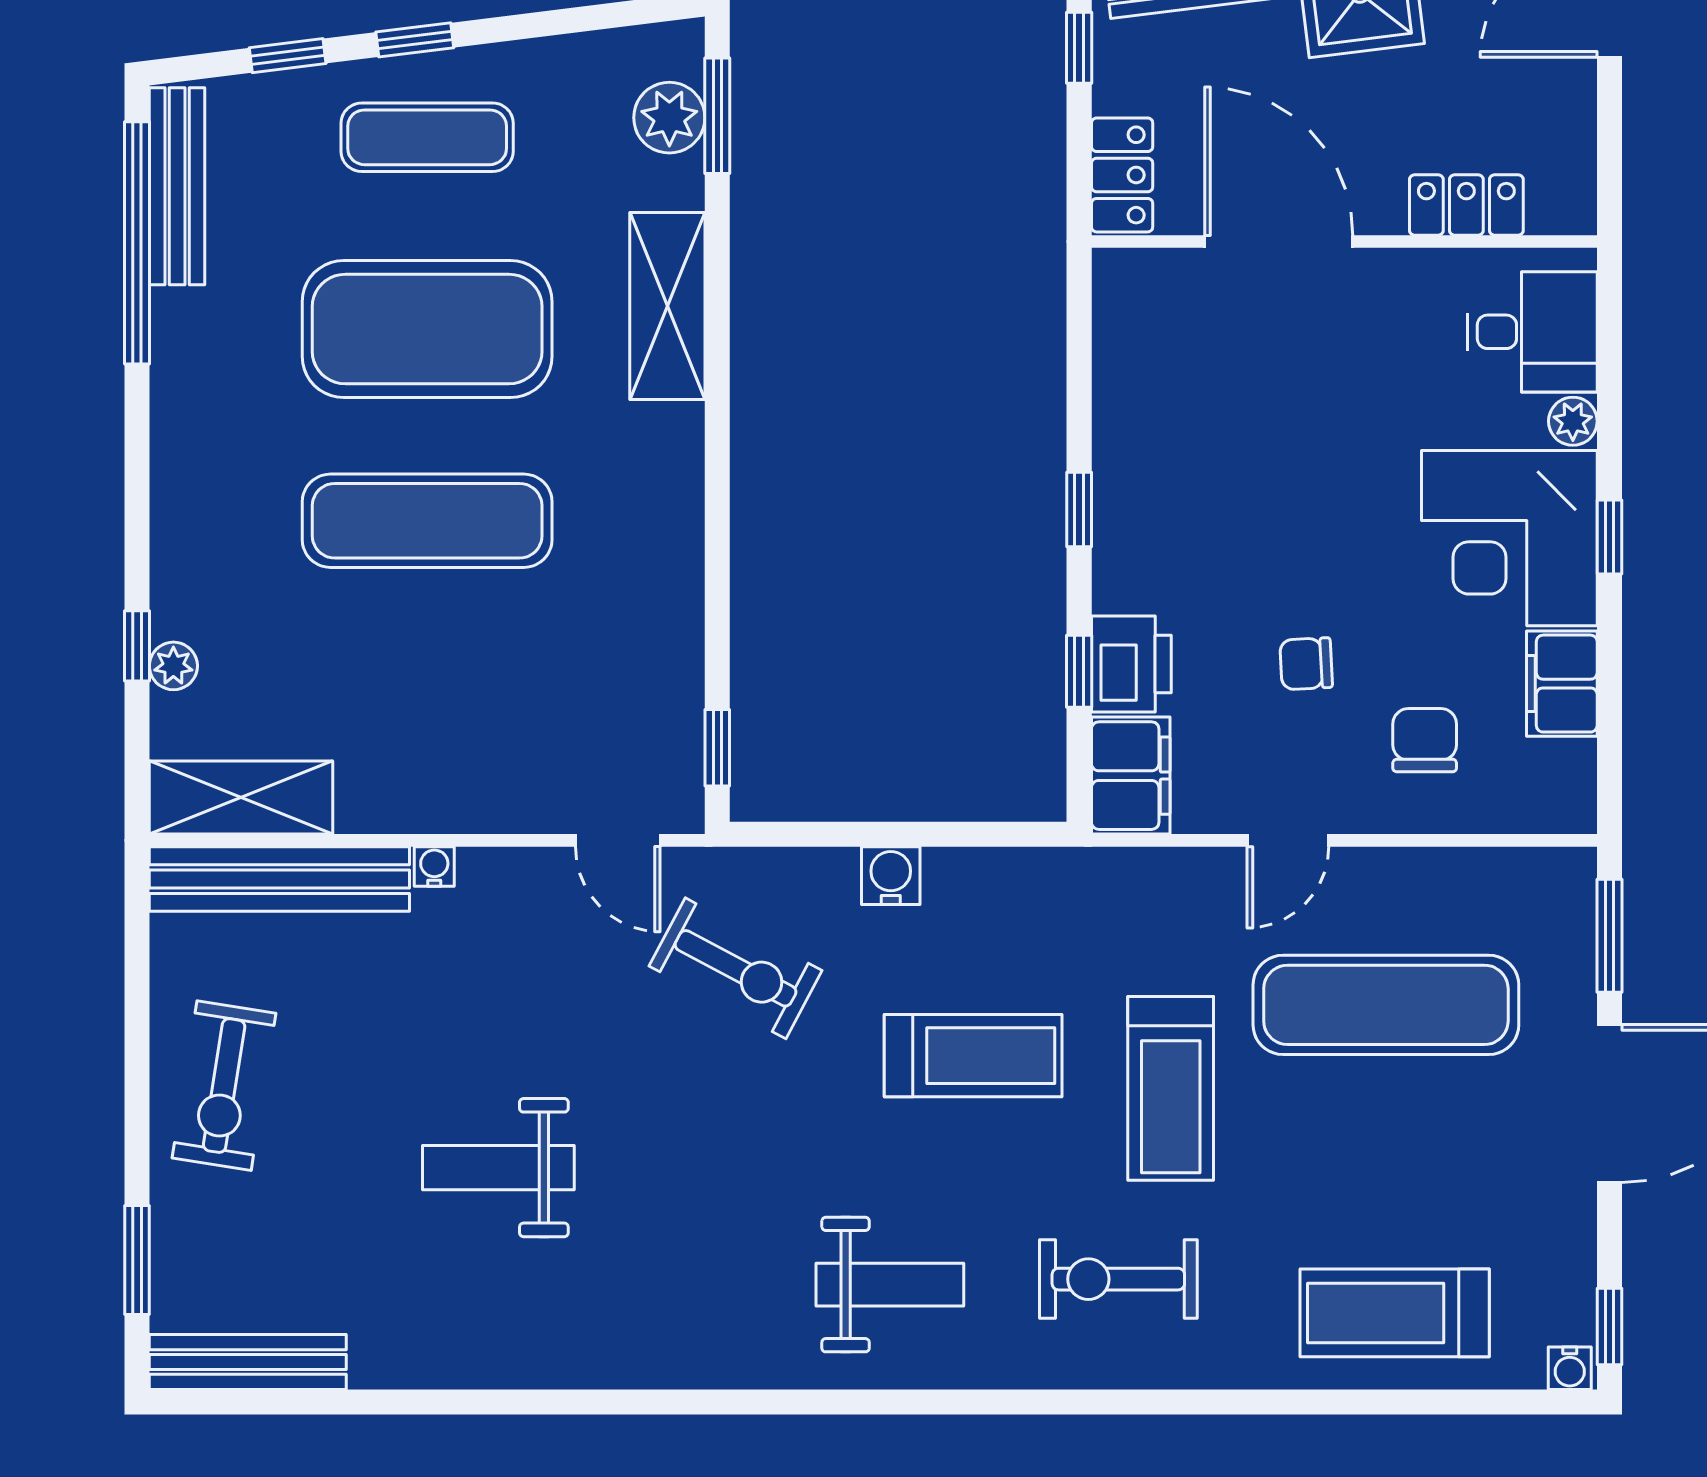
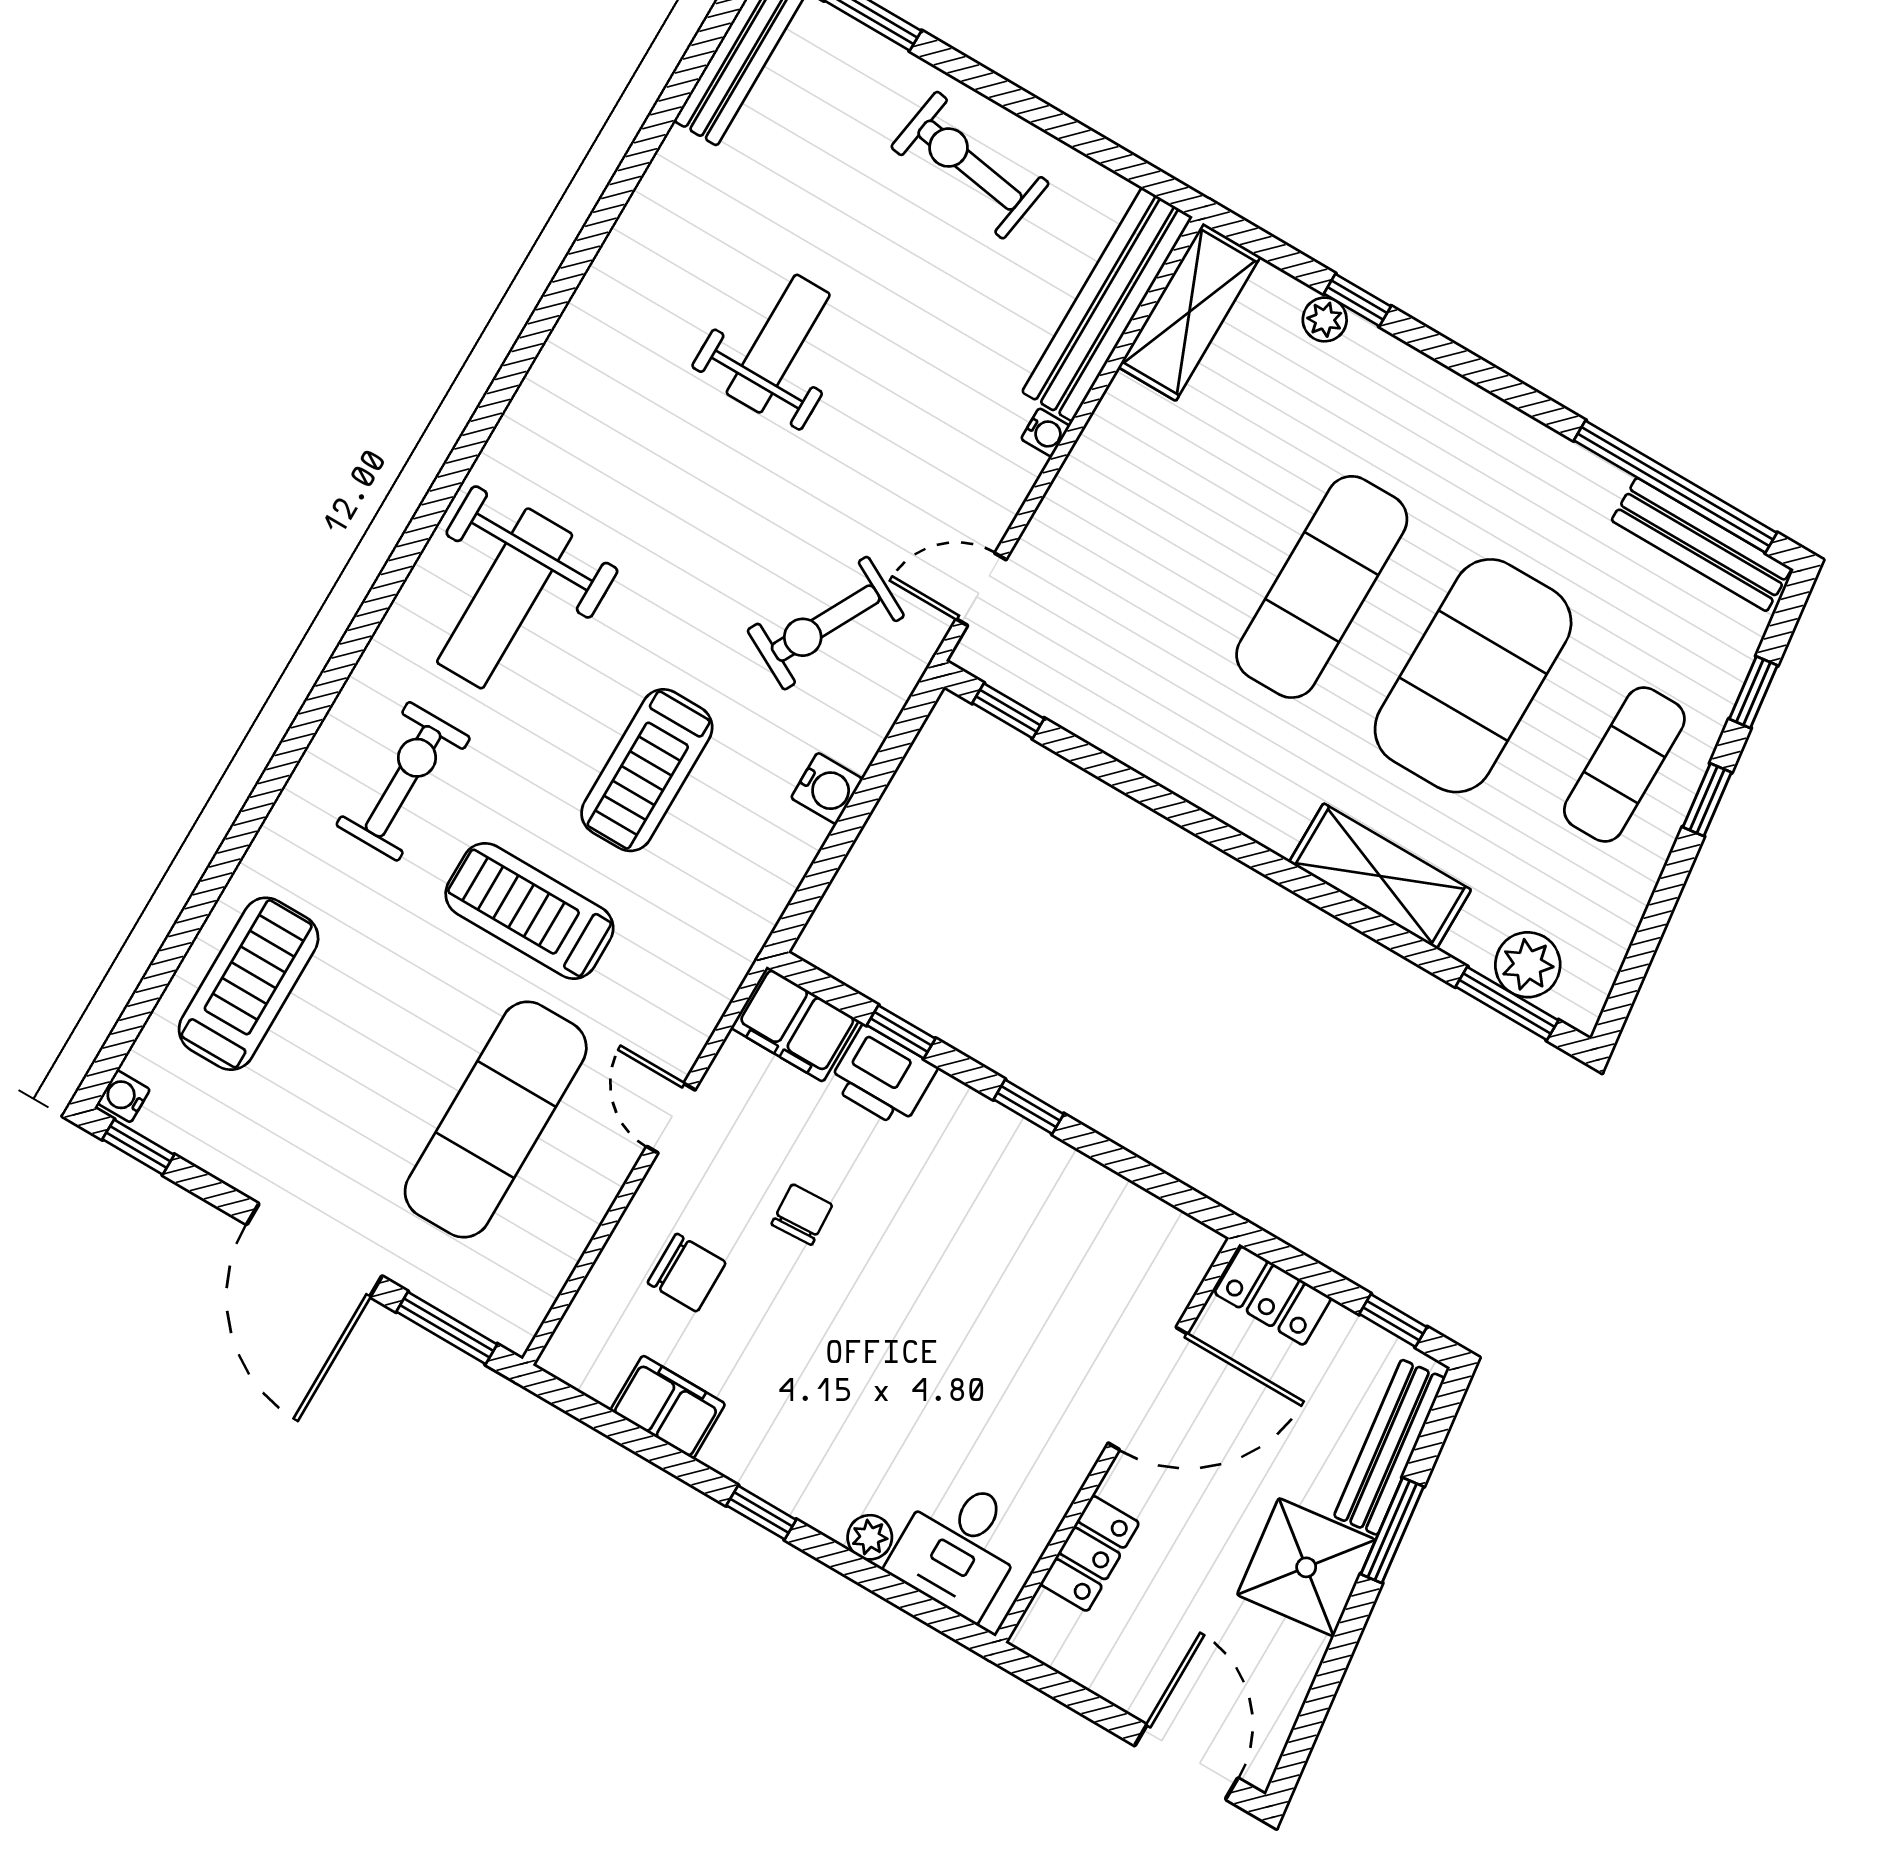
corner desk: (1509, 538) -> (807, 1433), removed
weight bench: (890, 1285) -> (505, 598), width x1.36, depth x1.33

